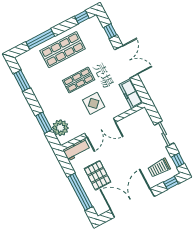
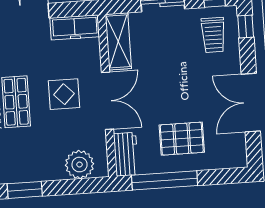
shelving: (134, 120) -> (118, 41), added
window: (44, 123) -> (25, 190), moved
window: (80, 192) -> (165, 180), moved
double door: (132, 203) -> (251, 103), width x0.73

